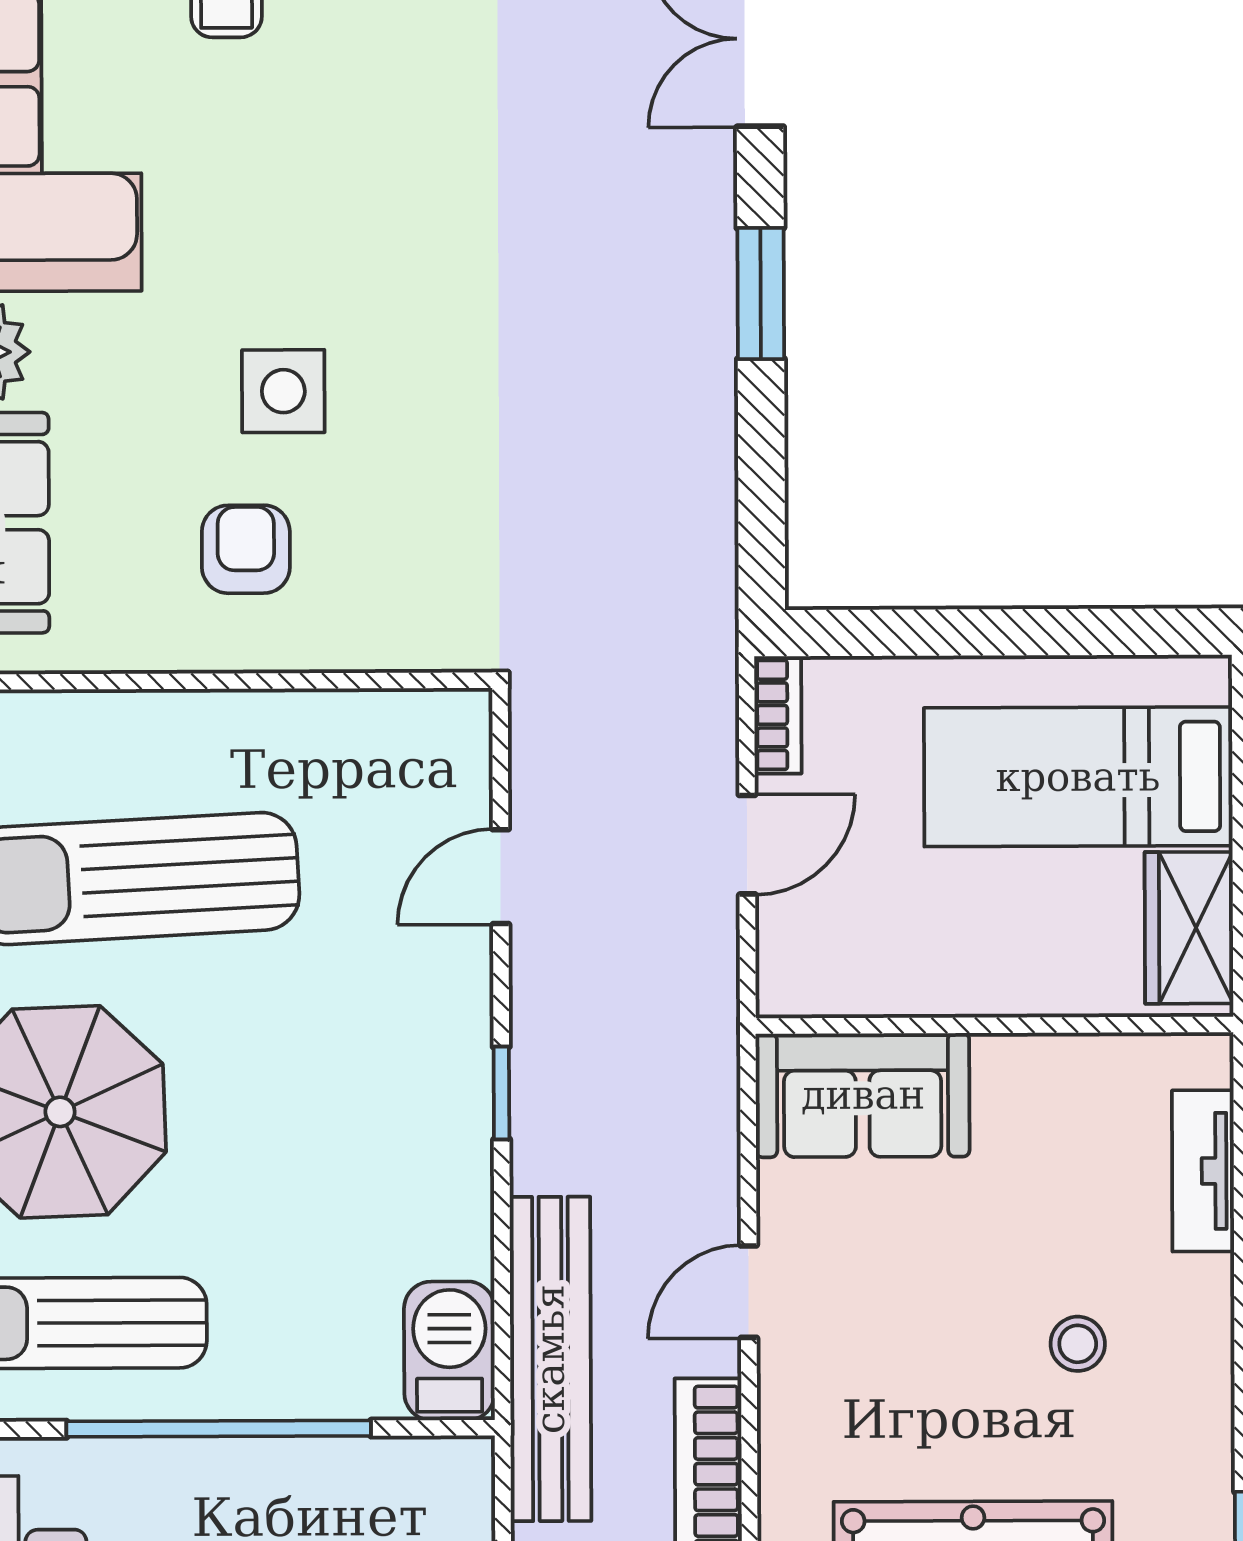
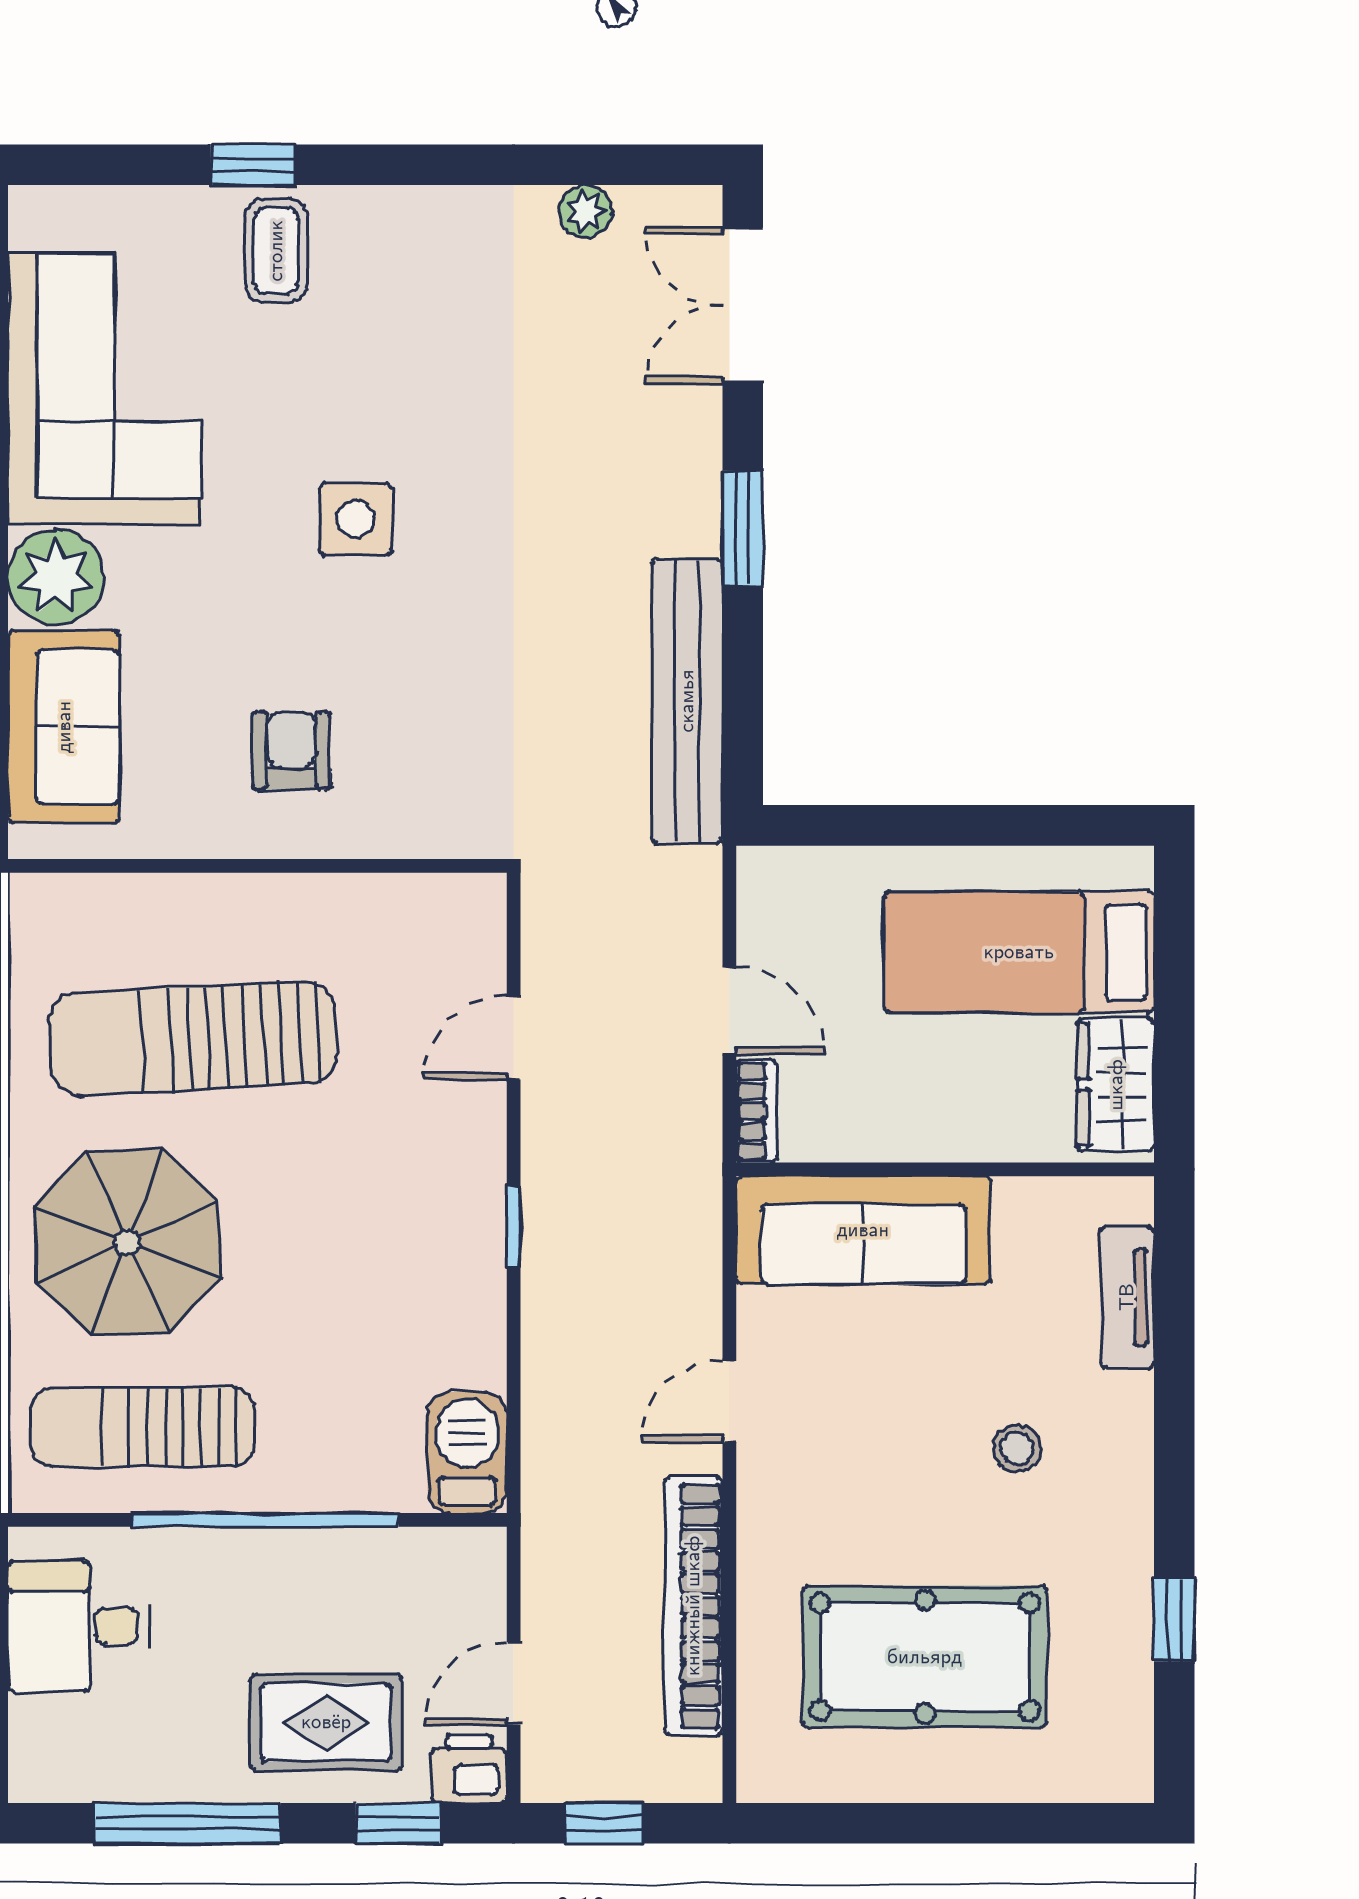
side table: (283, 391) -> (356, 519), moved
bookcase: (778, 715) -> (757, 1111), moved
door: (747, 845) -> (729, 1011), hinge flipped
sofa: (863, 1095) -> (863, 1230), width x1.36
bench: (550, 1359) -> (687, 701), moved

